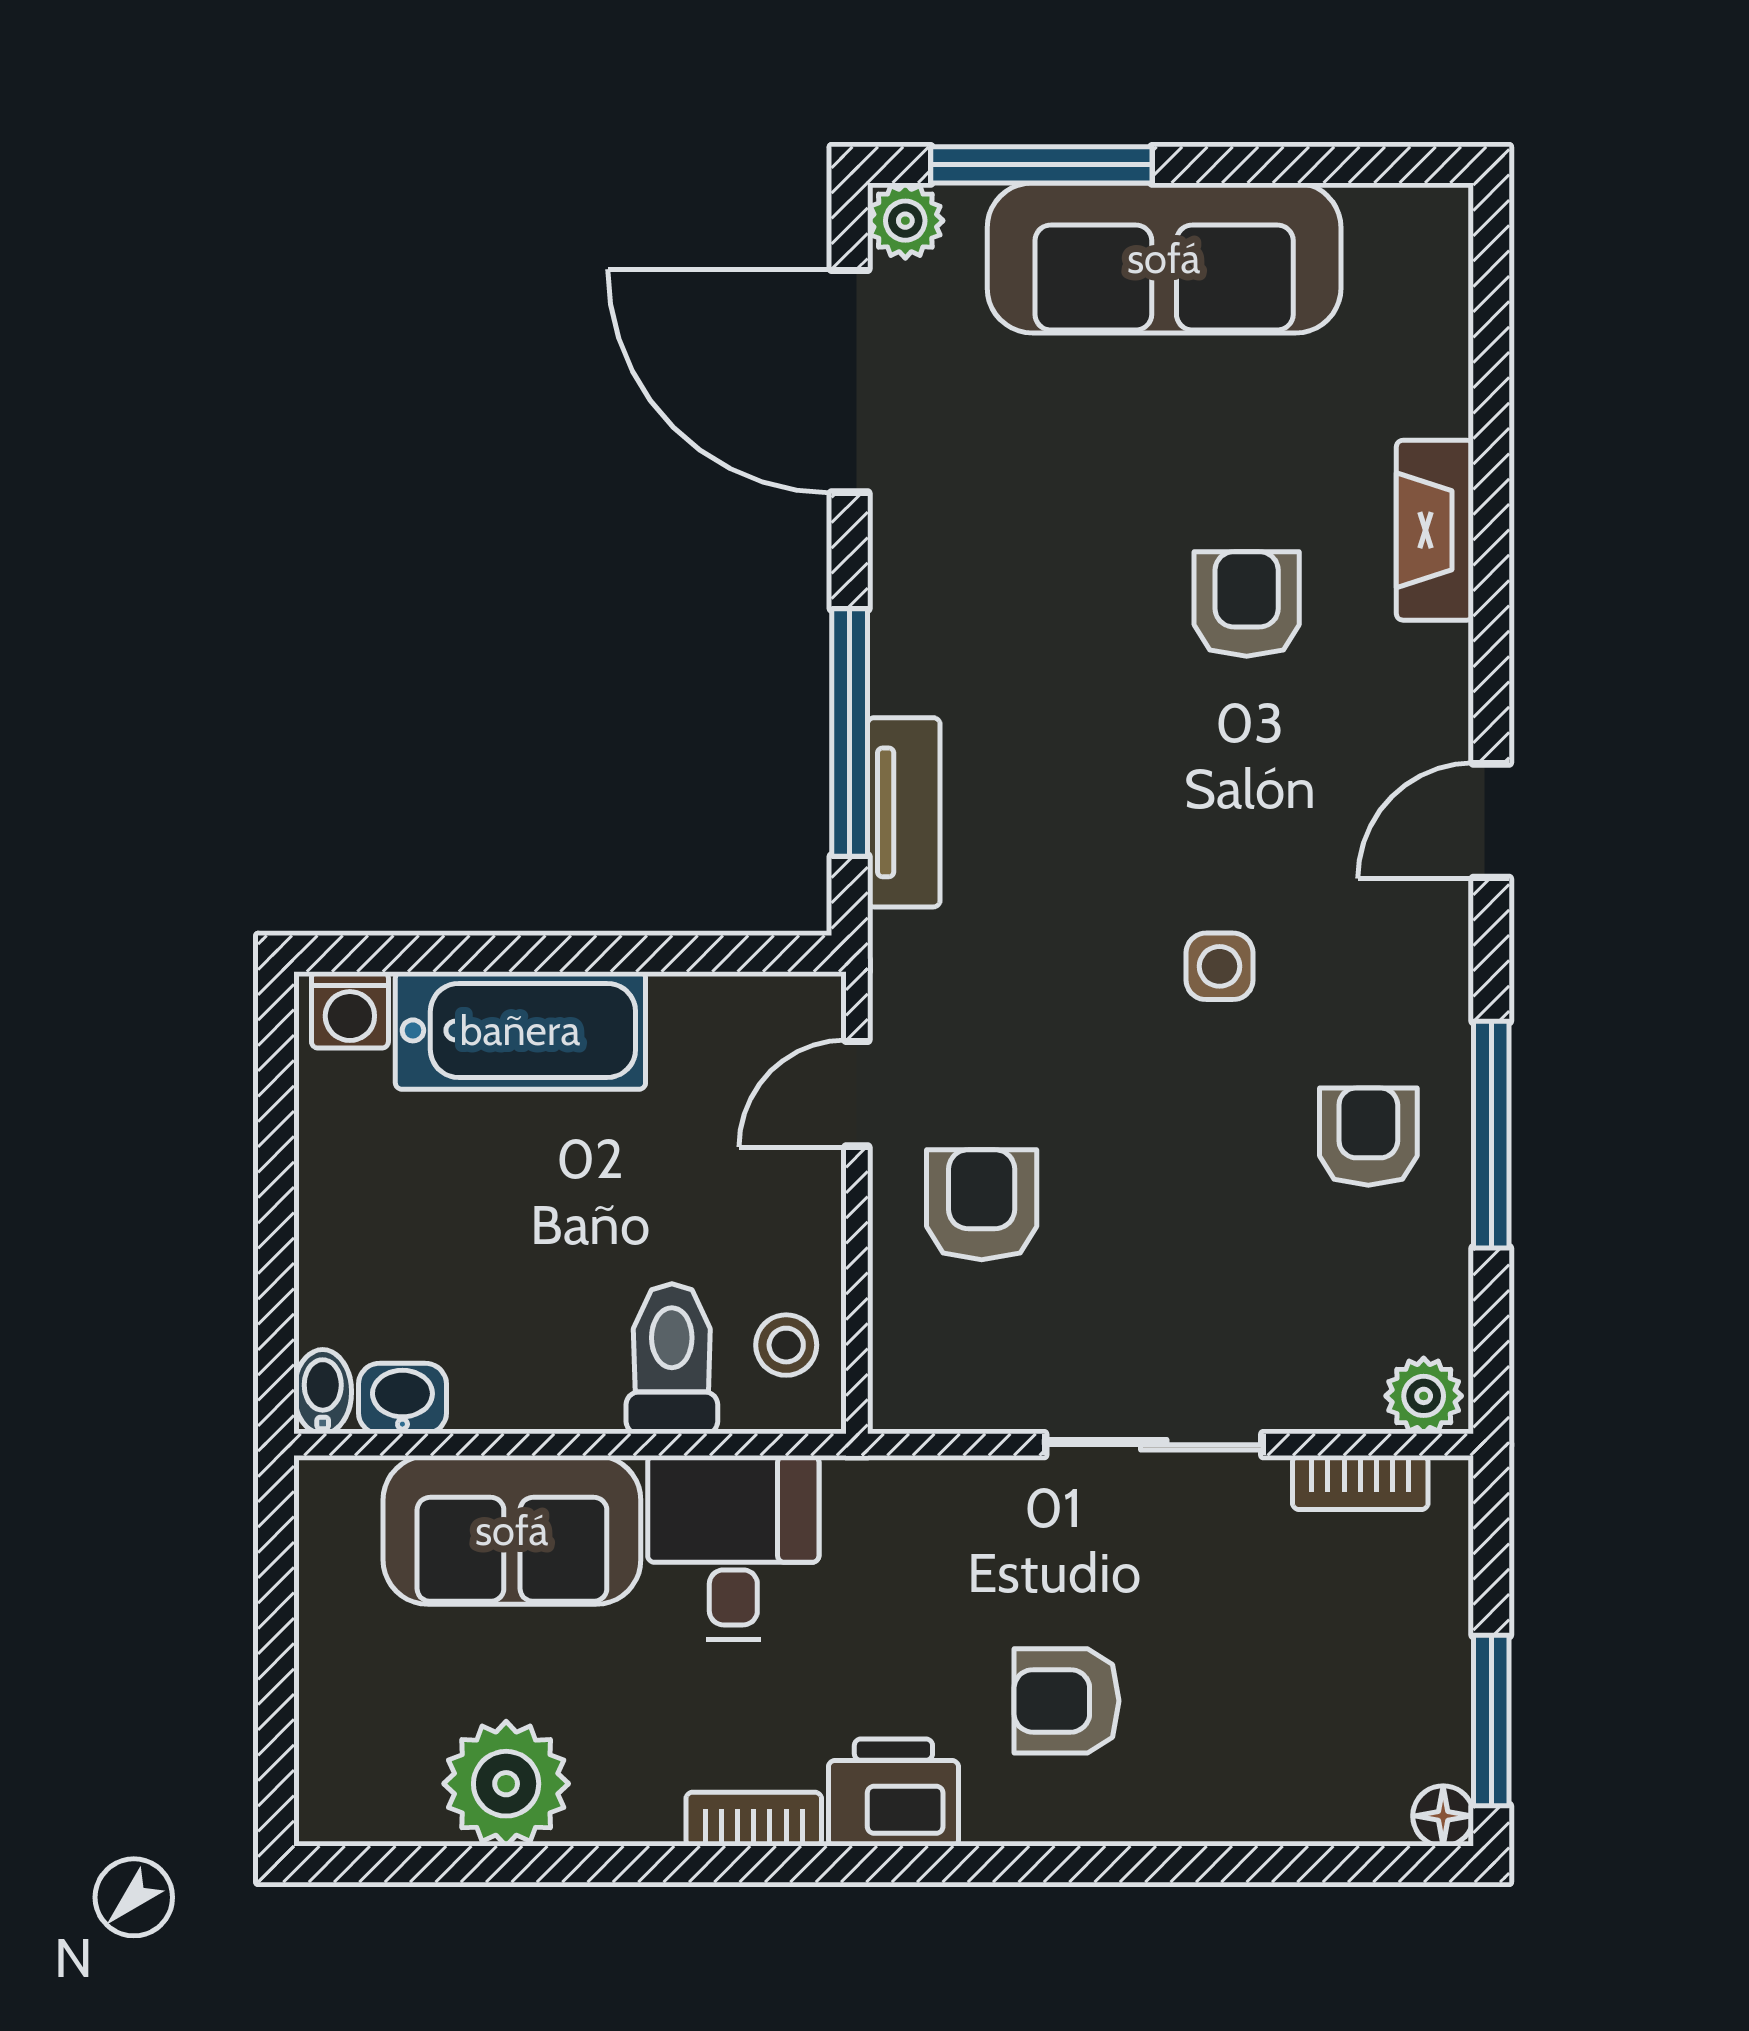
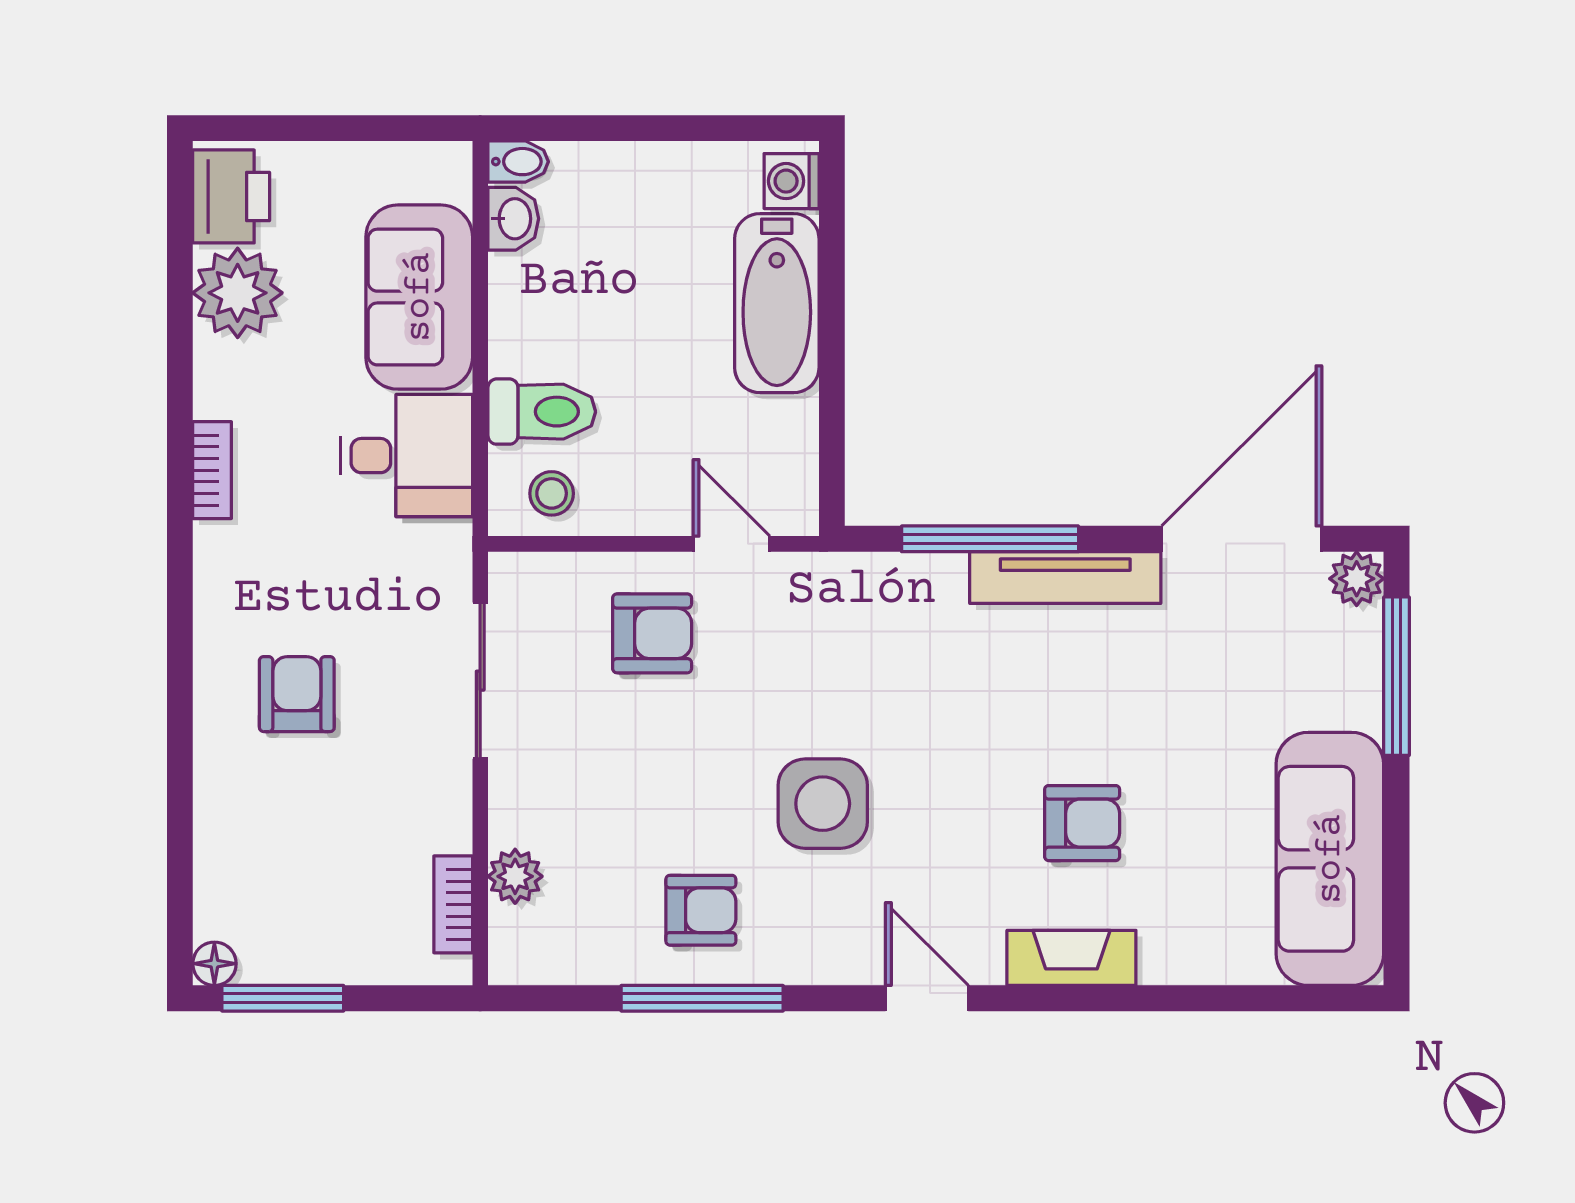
sofa: (1164, 258) -> (1330, 859), moved
fireplace: (1435, 530) -> (1071, 958), moved
tv unit: (904, 812) -> (1065, 578), moved, width x1.41
side table: (1219, 966) -> (823, 804), width x1.87, depth x1.87
plant: (1424, 1396) -> (515, 876), moved
sliding door: (1154, 1445) -> (480, 681), moved
printer: (893, 1793) -> (231, 196), moved

